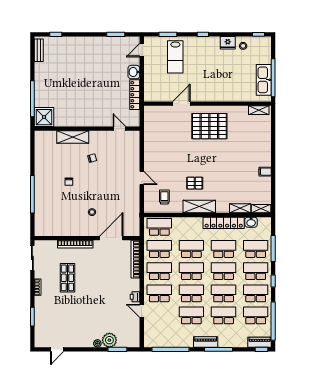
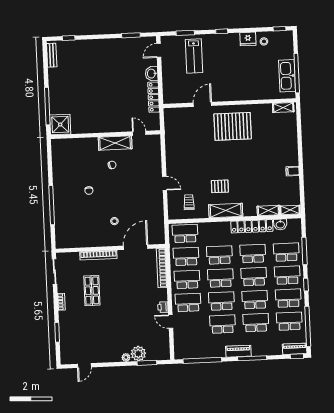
shelving: (73, 137) -> (115, 143), moved

